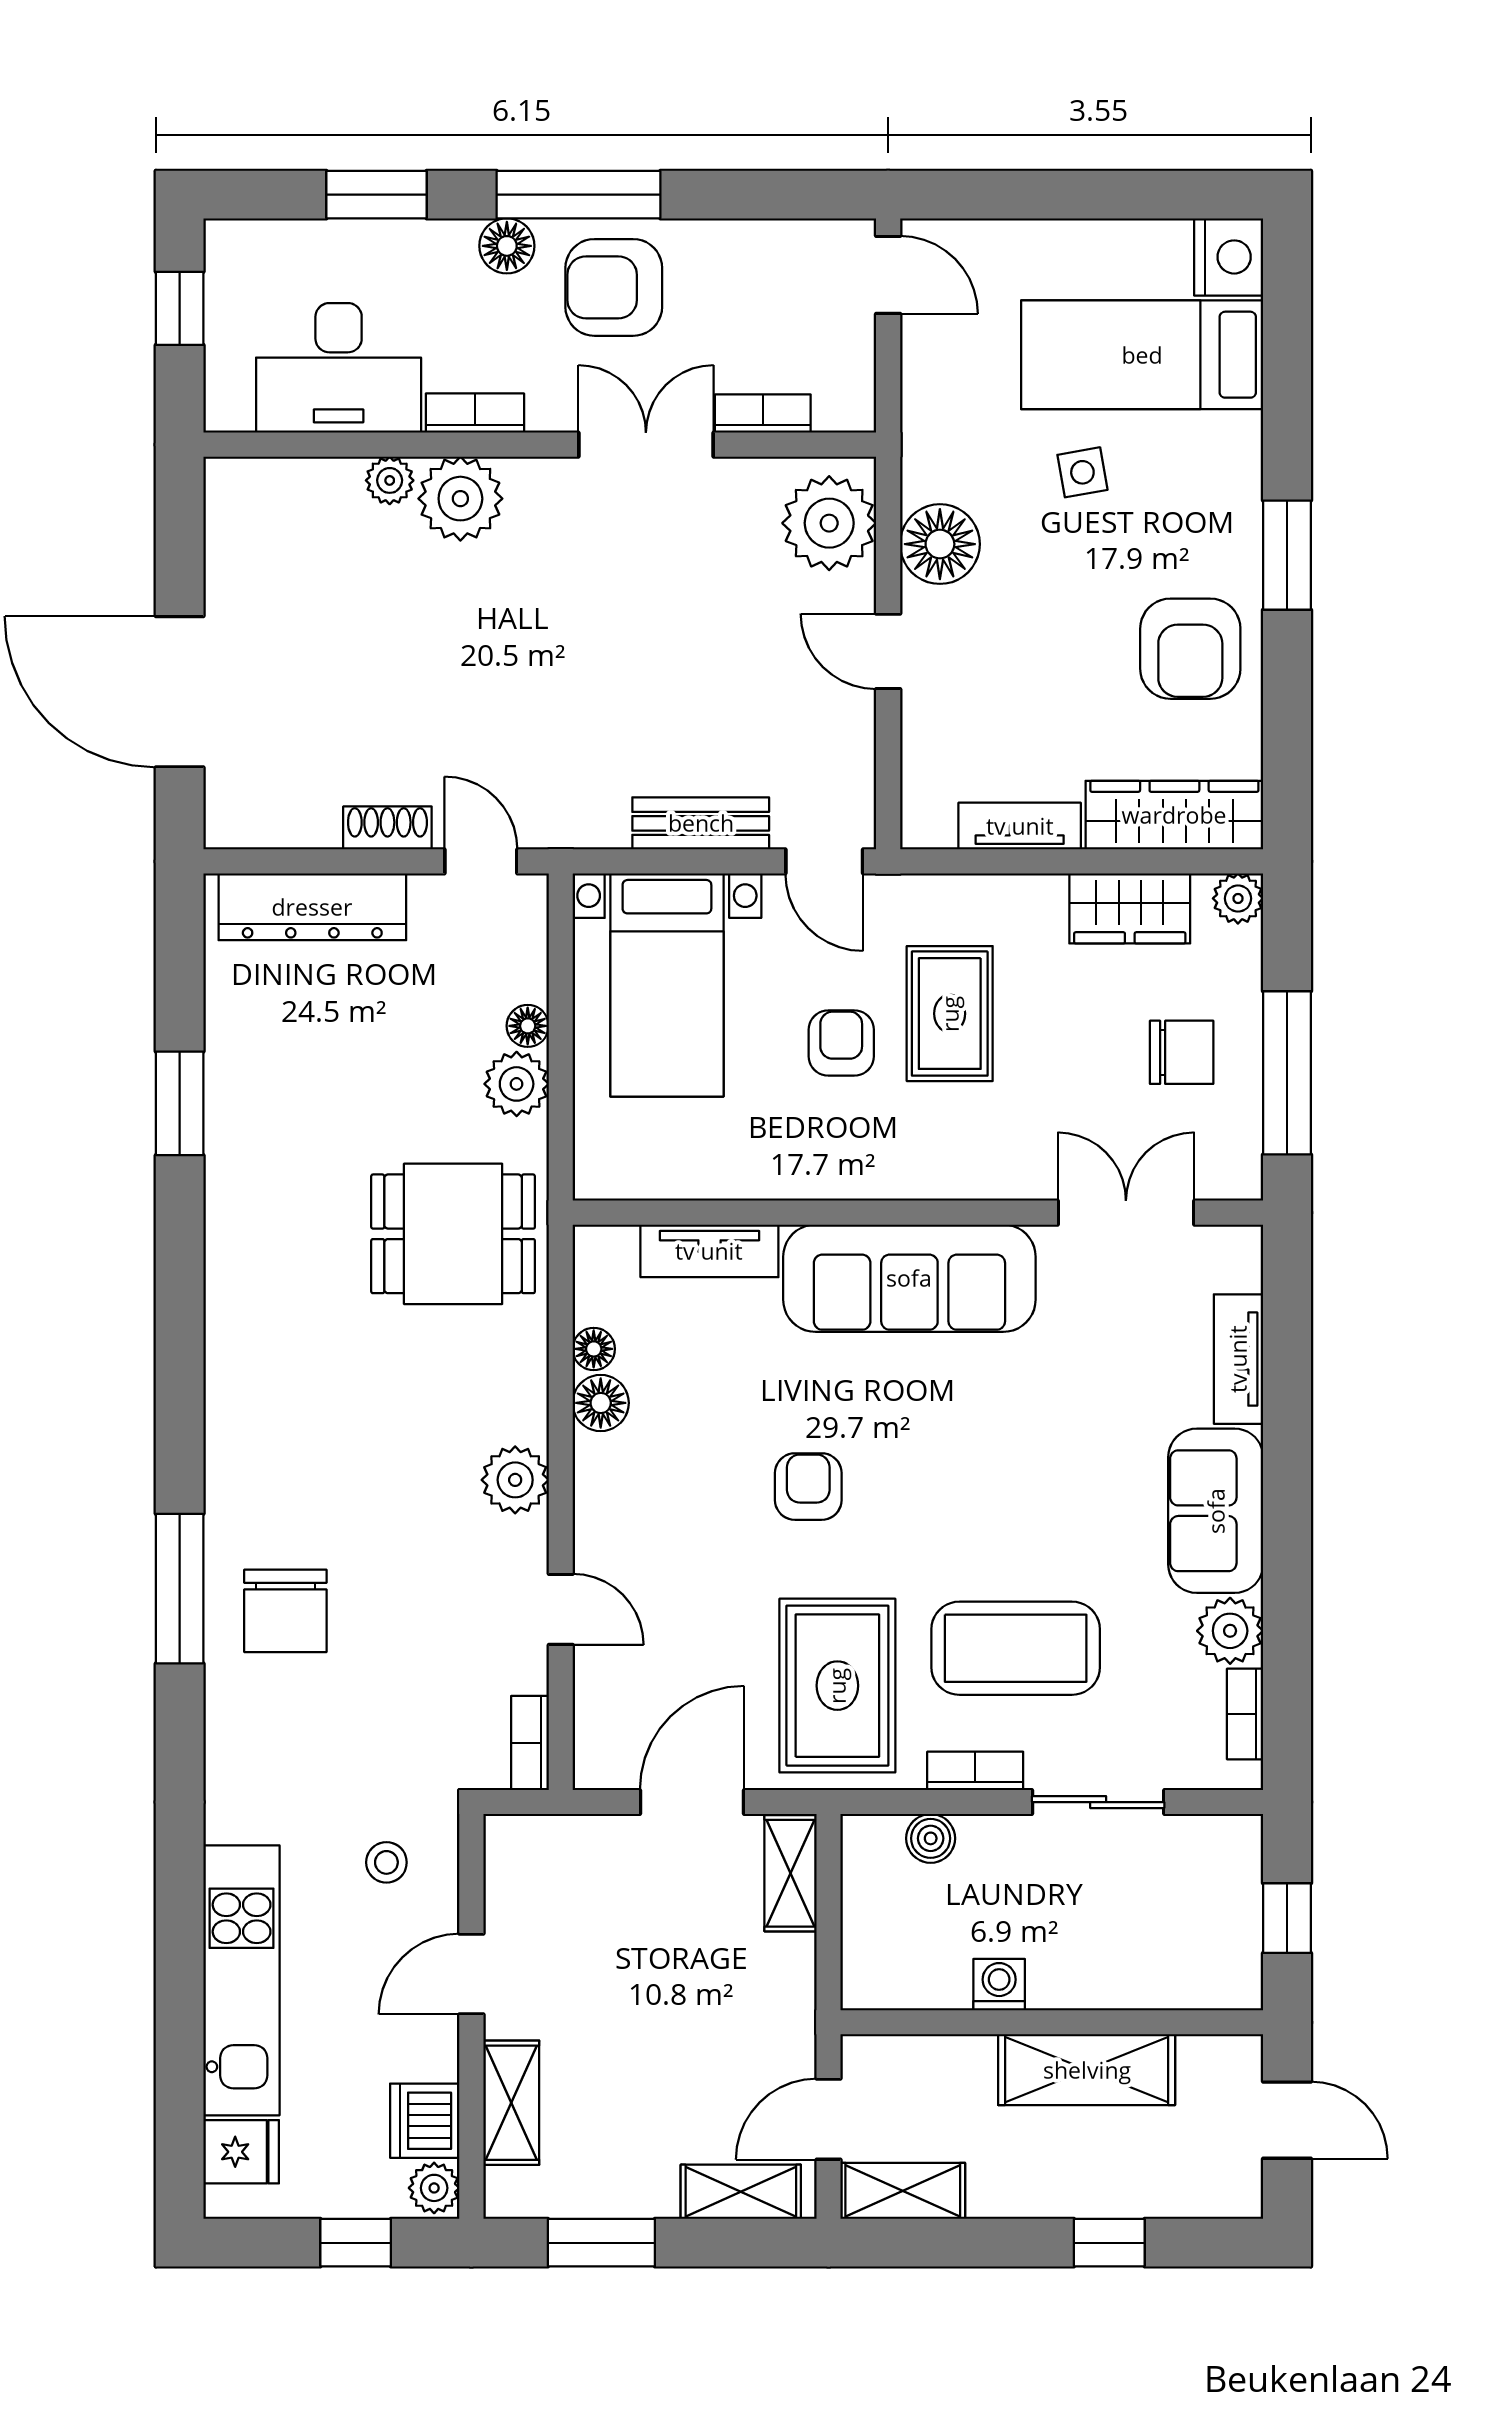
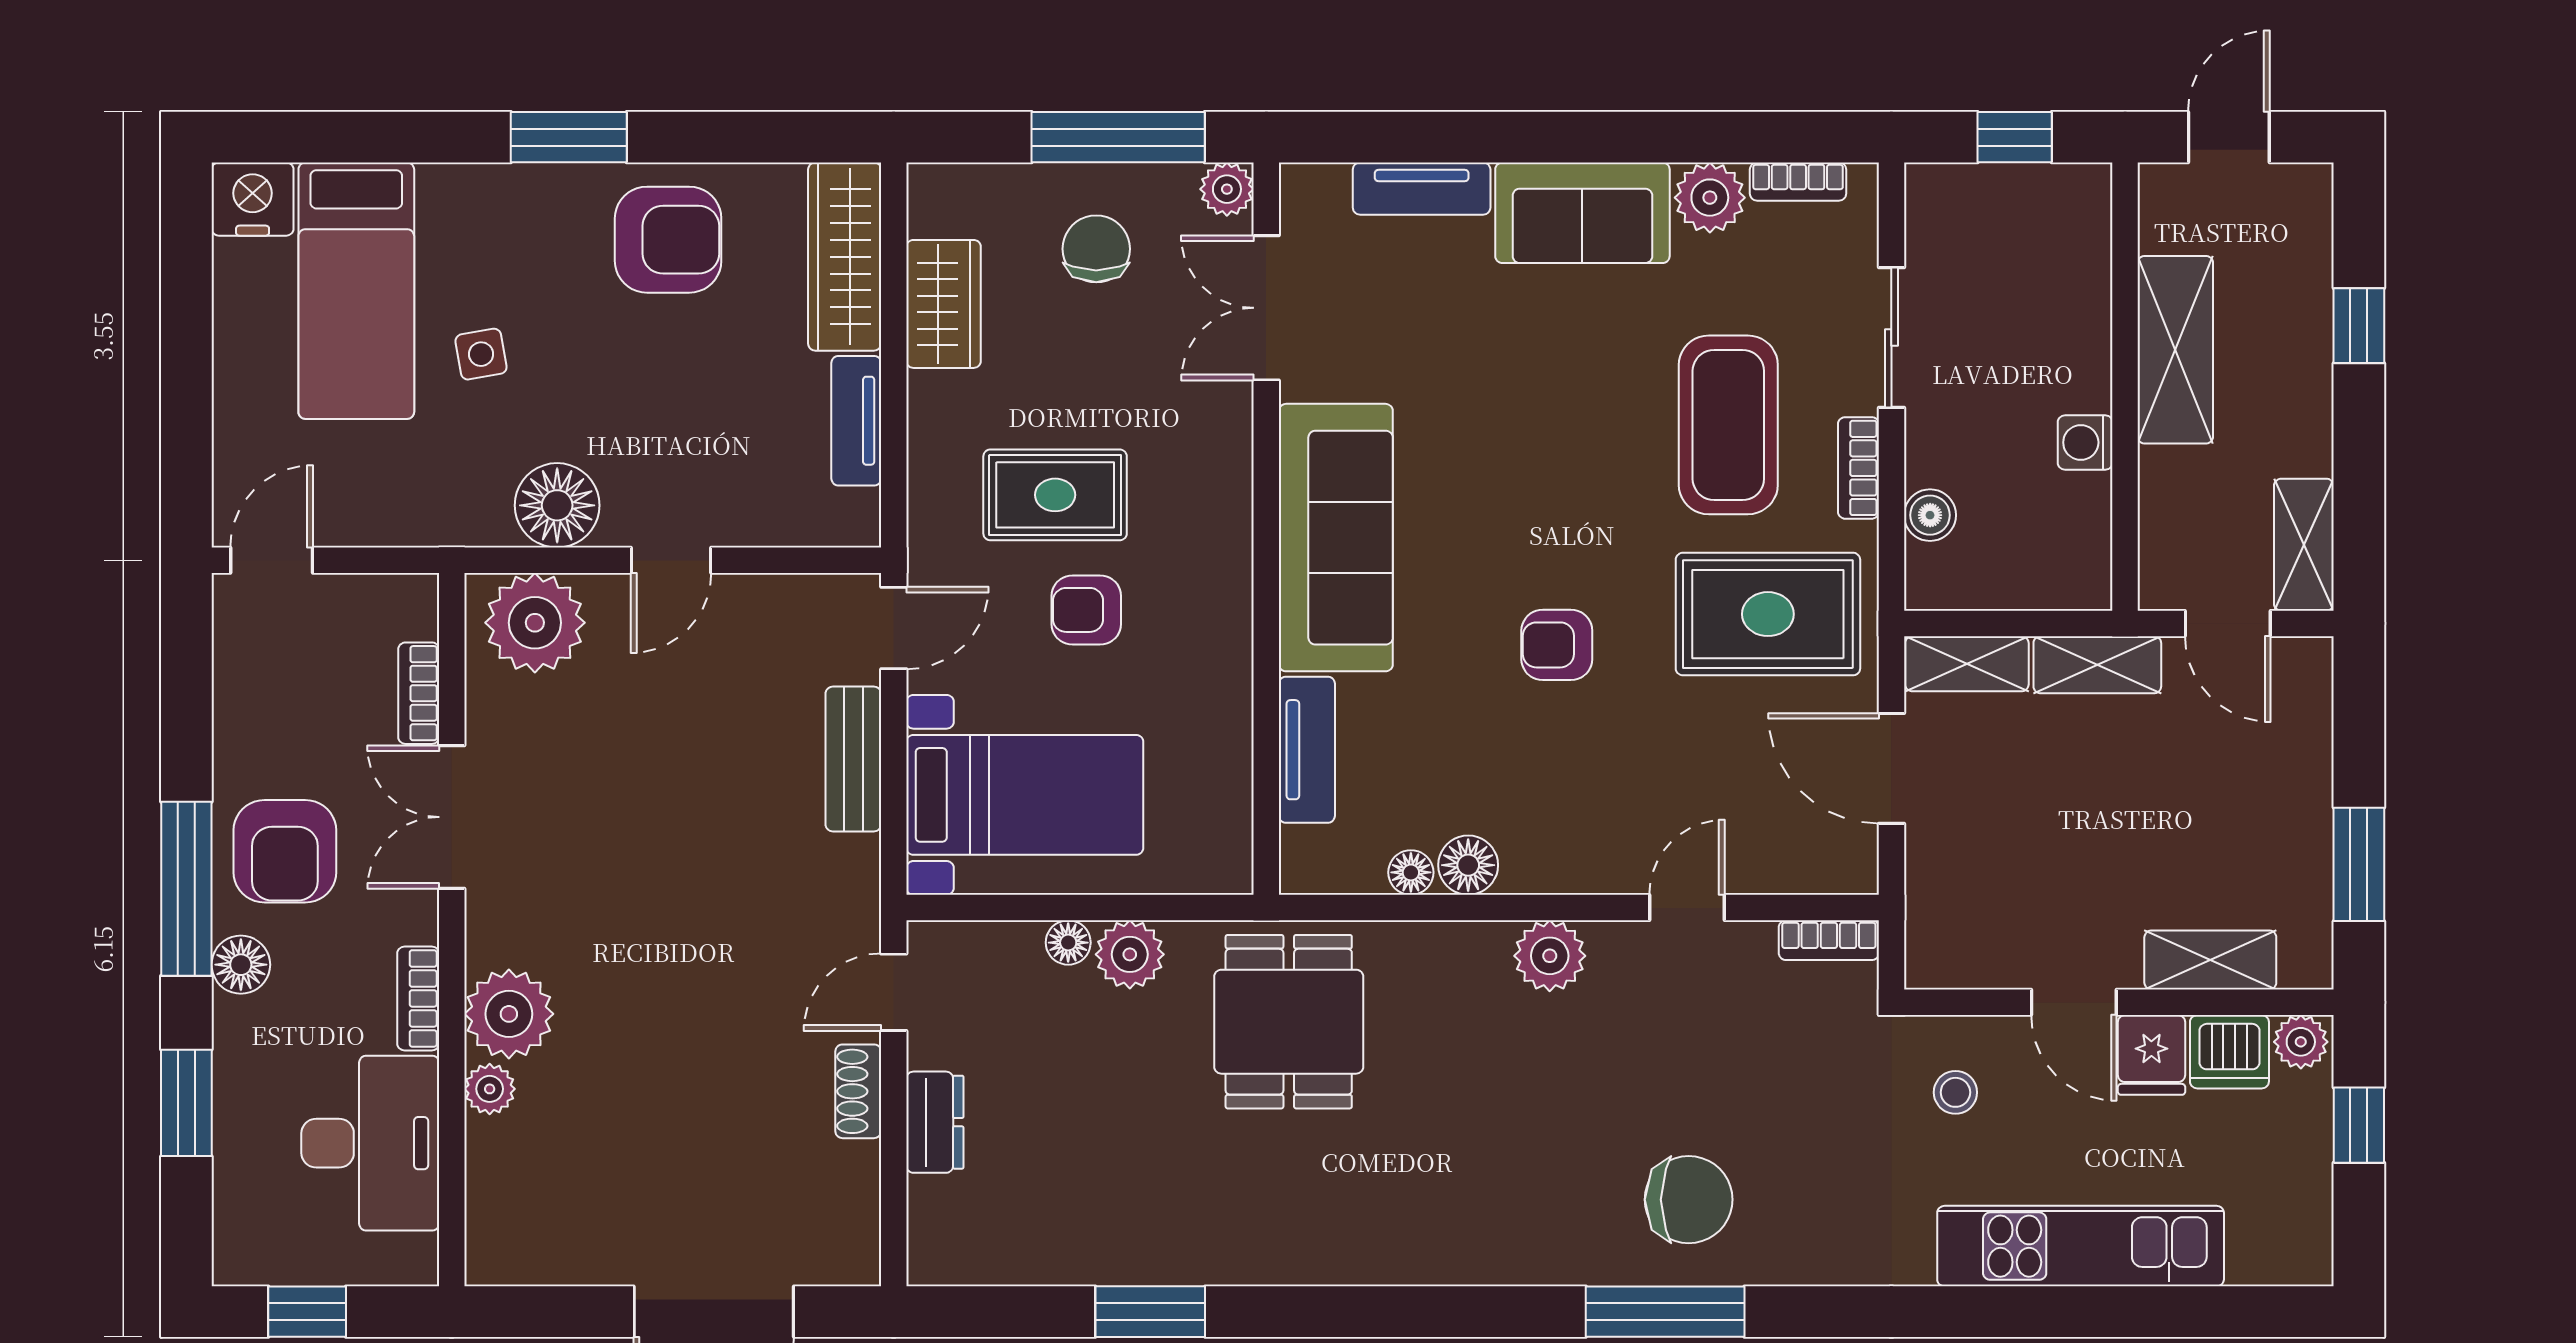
plant: (1238, 898) -> (1227, 189), moved
dresser: (312, 907) -> (935, 1122), width x0.51, depth x0.80
fridge: (241, 2152) -> (2151, 1055), moved, turned 180
shelving: (741, 2192) -> (2097, 665), moved, turned 90

